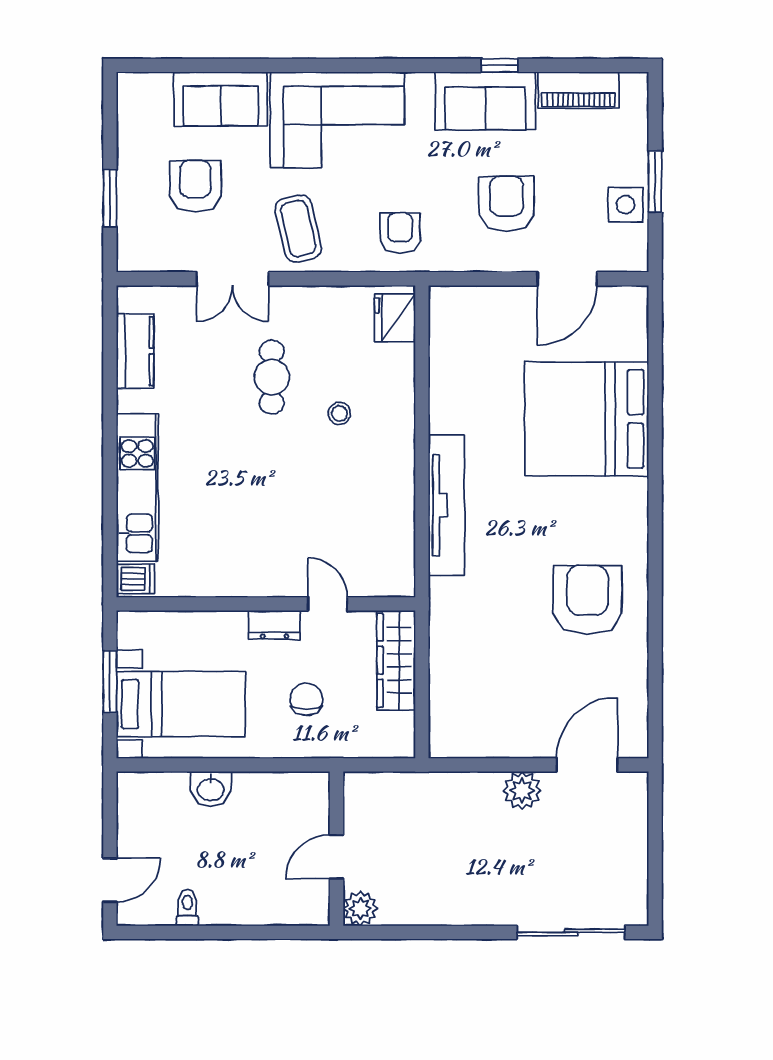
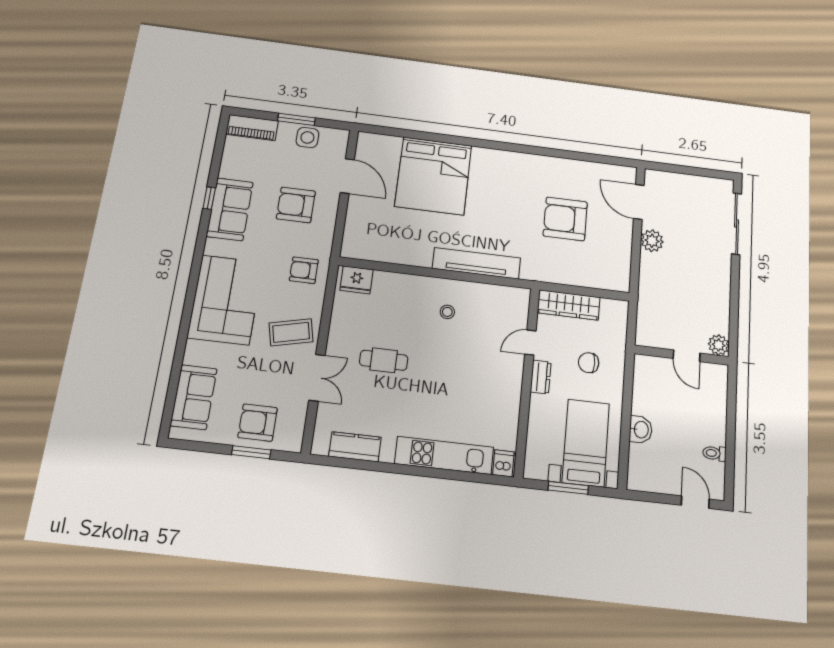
piano: (579, 90) -> (252, 128), moved, turned 90
sofa: (221, 99) -> (194, 397), moved
armchair: (195, 186) -> (258, 423), moved
stool: (339, 413) -> (447, 312), moved
armchair: (587, 600) -> (565, 219), moved

